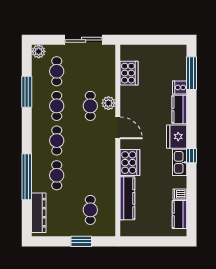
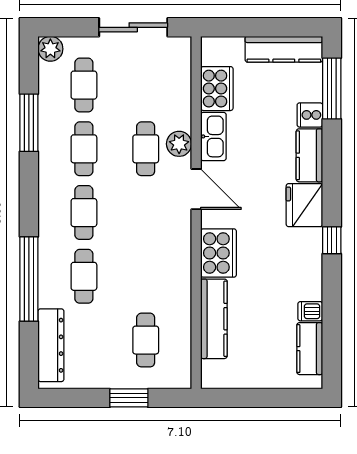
kitchen counter: (165, 52) -> (284, 49), added
kitchen sink: (180, 162) -> (213, 136), moved, turned 180

